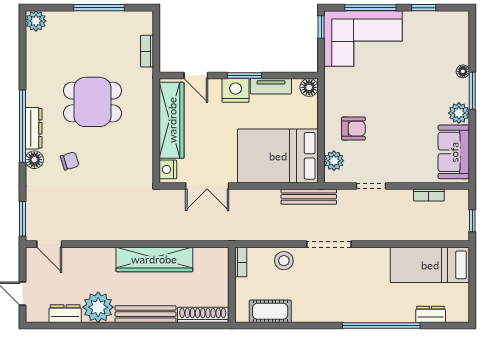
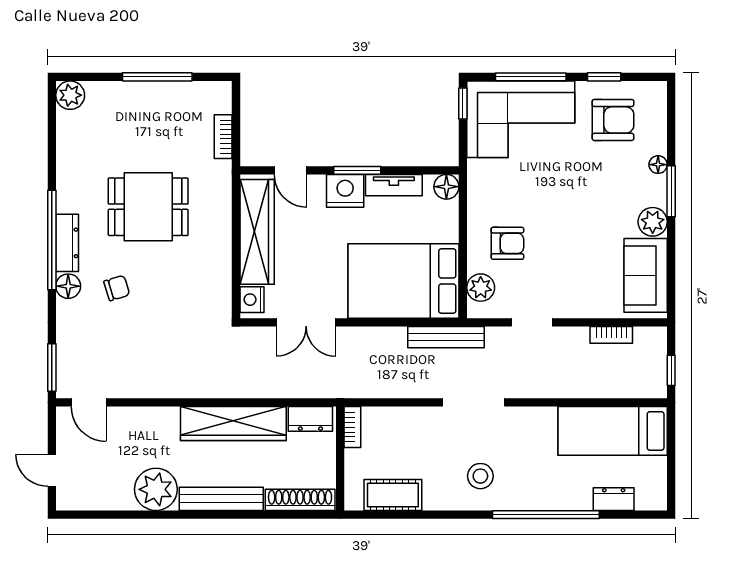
armchair: (430, 39) -> (613, 120), added
stool: (284, 261) -> (480, 476), moved
dresser: (65, 314) -> (310, 419), moved, turned 180

